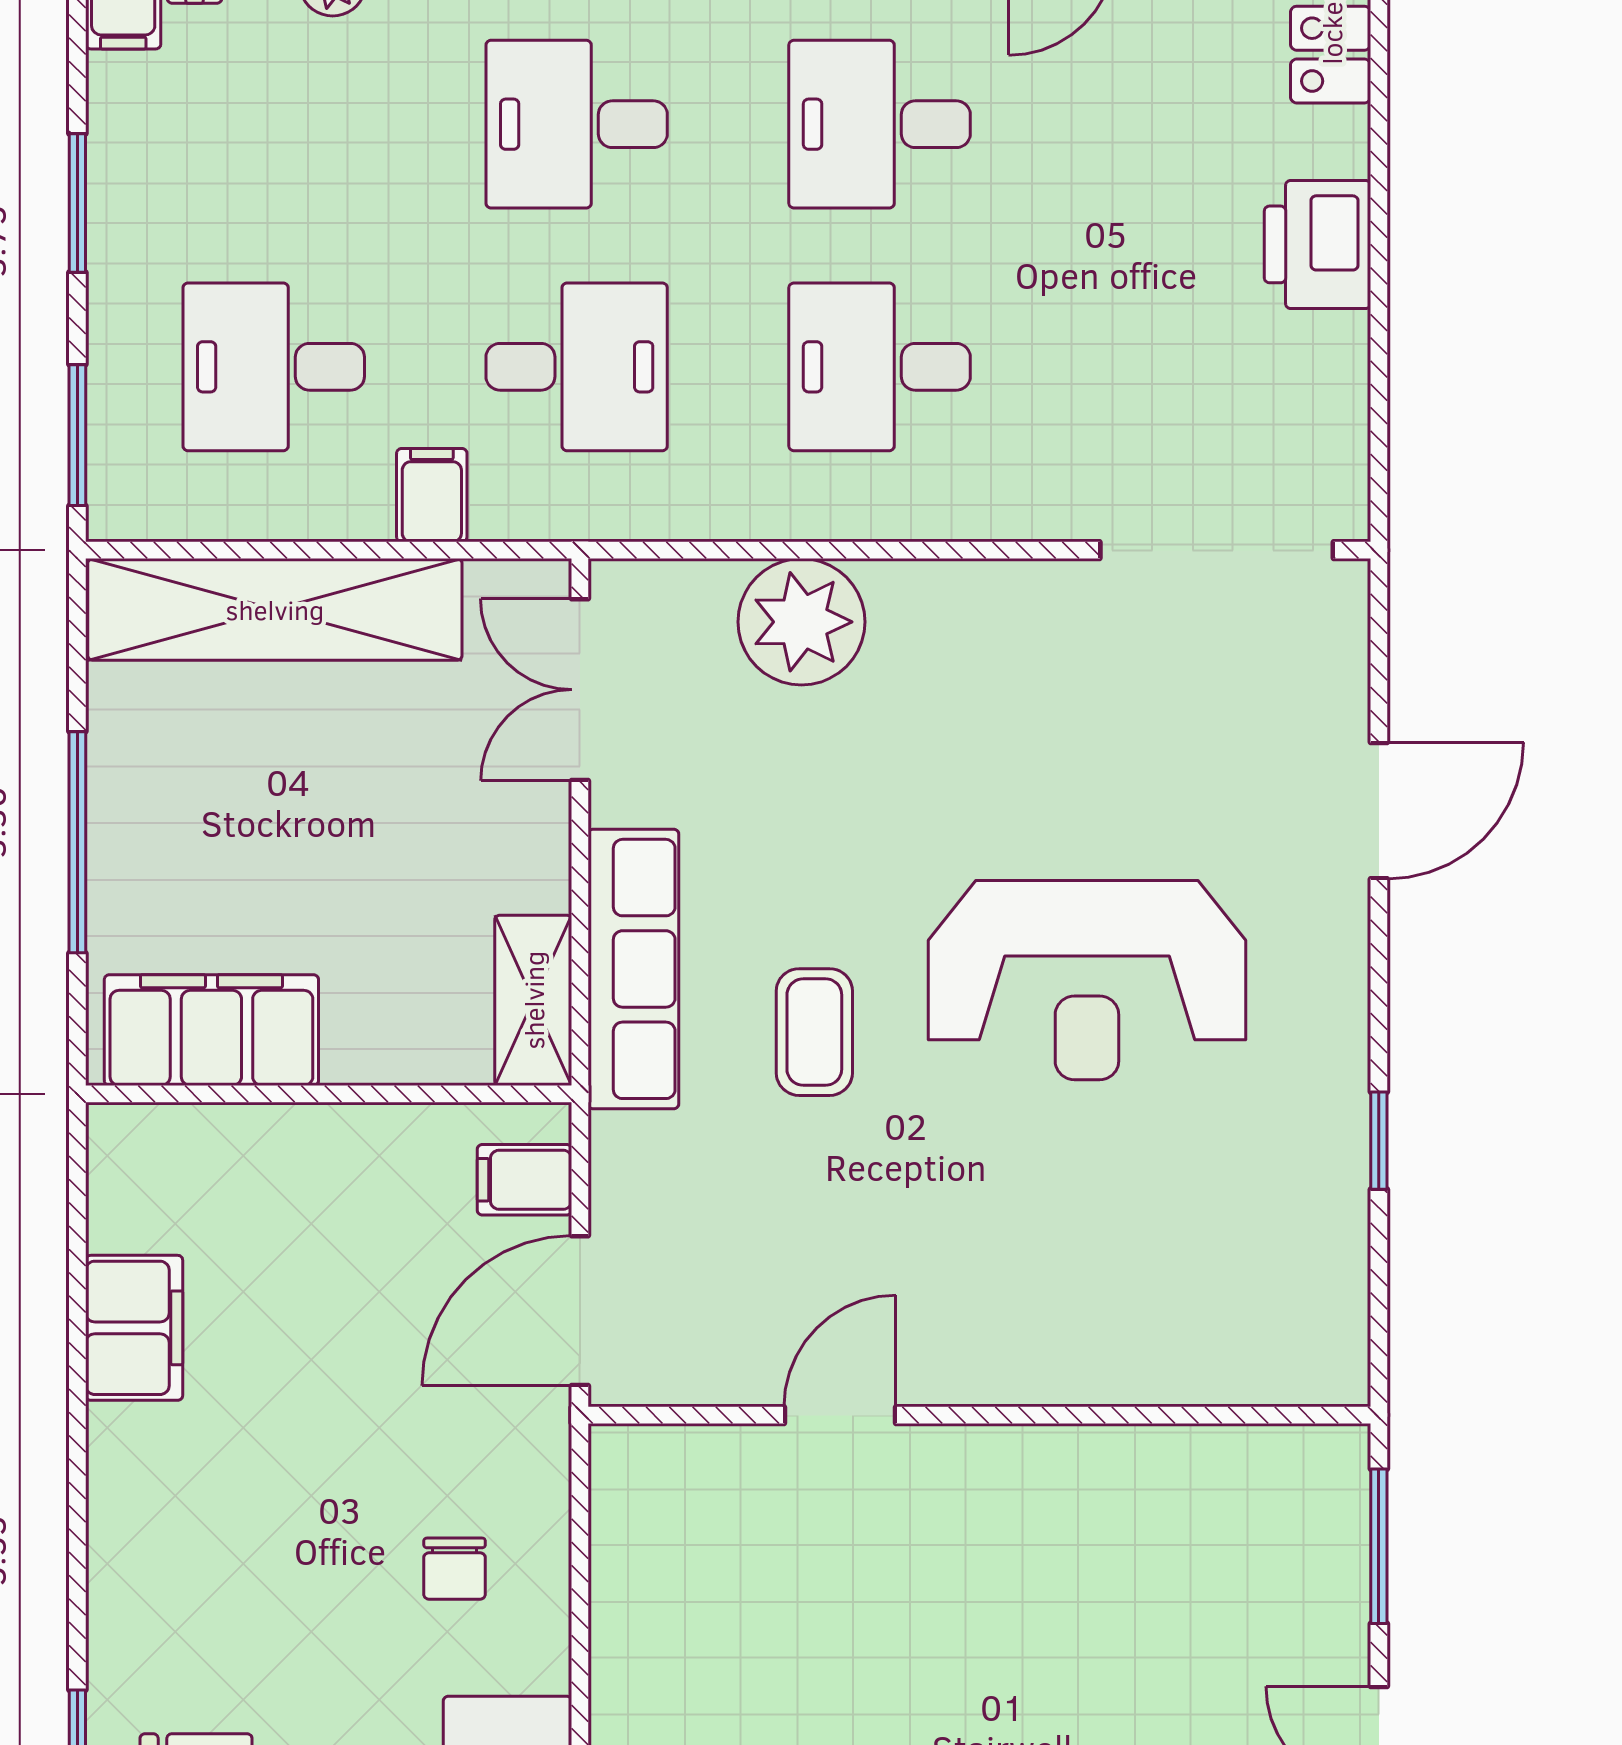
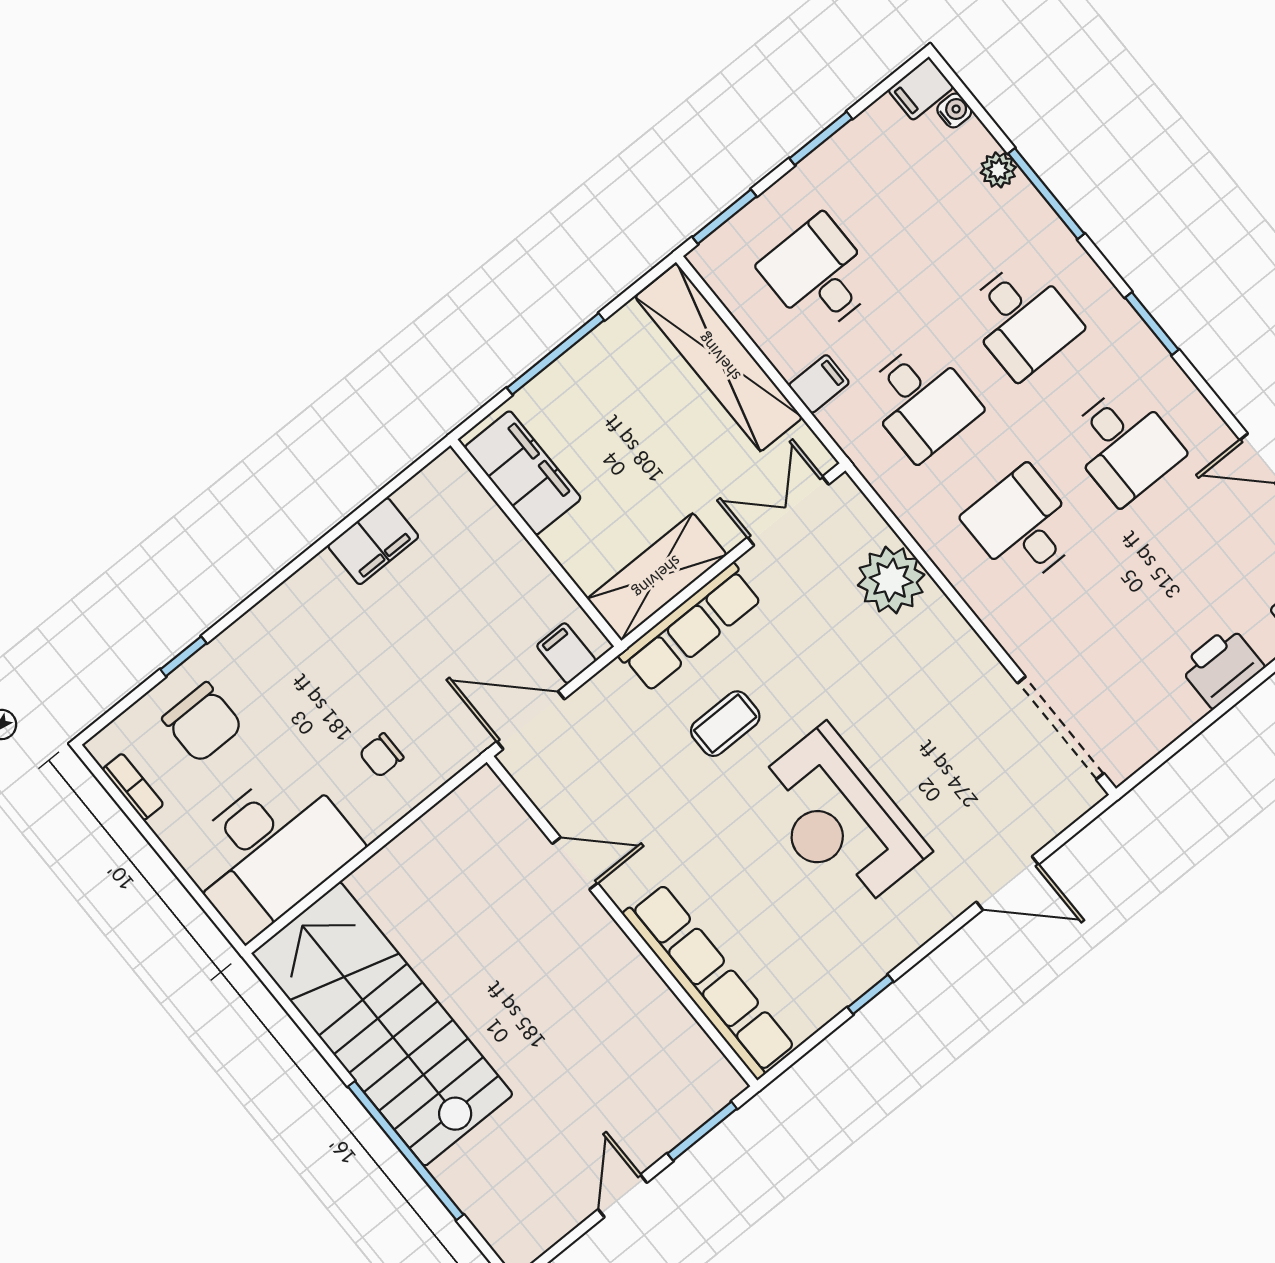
desk: (577, 124) -> (1022, 319), turned 180
desk: (880, 124) -> (1124, 445), turned 180
shelving: (533, 1000) -> (657, 577), width x1.50, depth x1.33
row of seats: (1169, 1359) -> (709, 981), added

